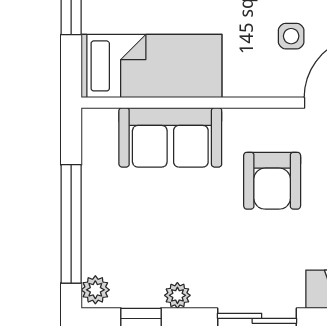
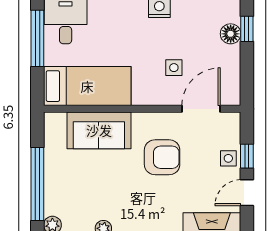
armchair: (272, 181) -> (162, 157), turned -90

